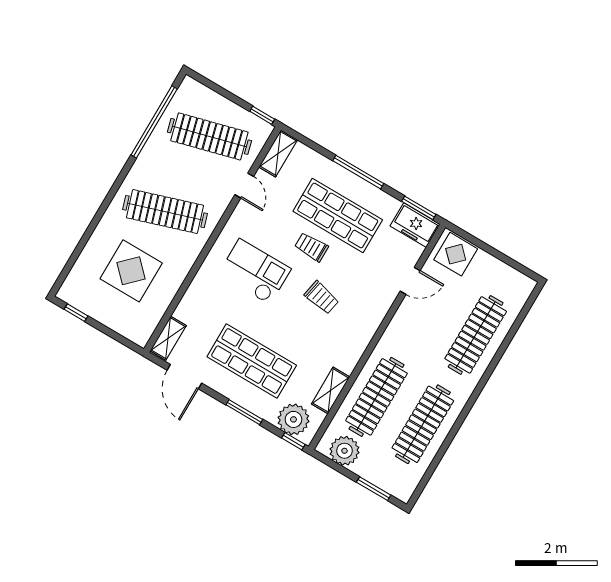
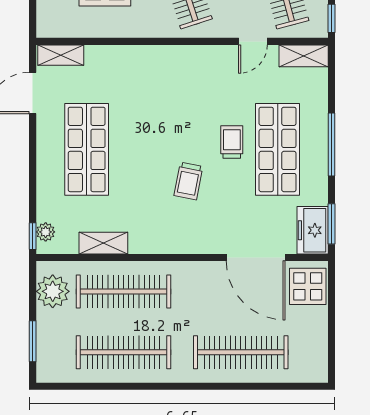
checkout: (255, 272) -> (175, 101), removed
door: (410, 281) -> (256, 257), width x1.87
window: (244, 412) -> (33, 172), removed
plant: (293, 419) -> (46, 232), width x0.53, depth x0.53

